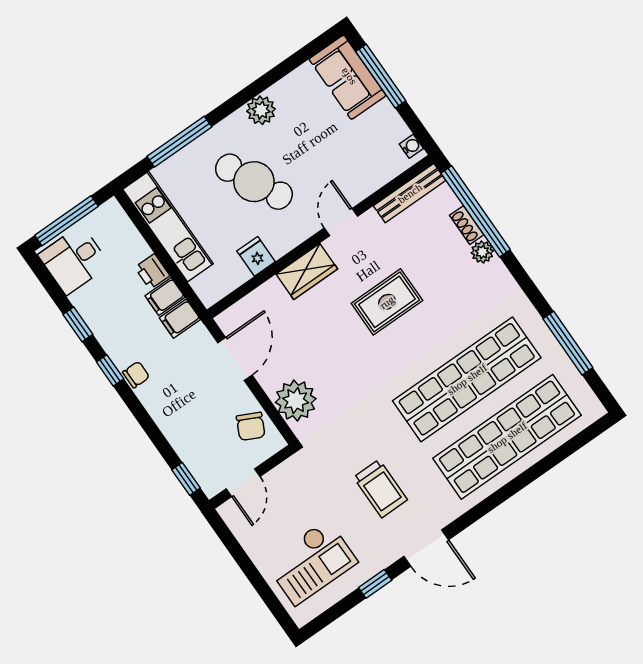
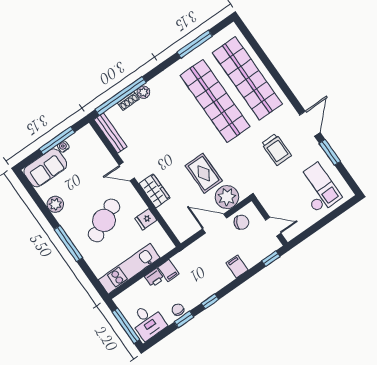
window: (381, 76) -> (57, 141), moved
plant: (261, 110) -> (55, 204), moved
window: (179, 142) -> (68, 244), moved
water cooler: (411, 146) -> (63, 147), moved
rug: (387, 302) -> (204, 173), moved
filing cabinet: (180, 319) -> (237, 266), moved, turned 180
door: (235, 359) -> (215, 223), moved
chair: (136, 375) -> (178, 310), moved
trolley: (380, 489) -> (276, 149), turned 90
window: (375, 584) -> (330, 152), width x1.50

